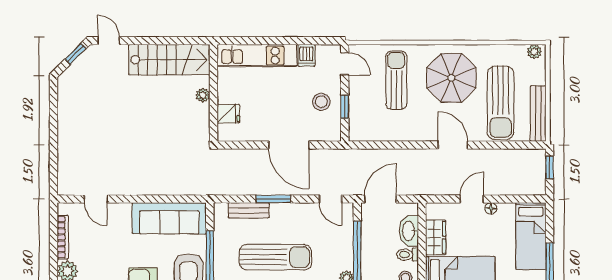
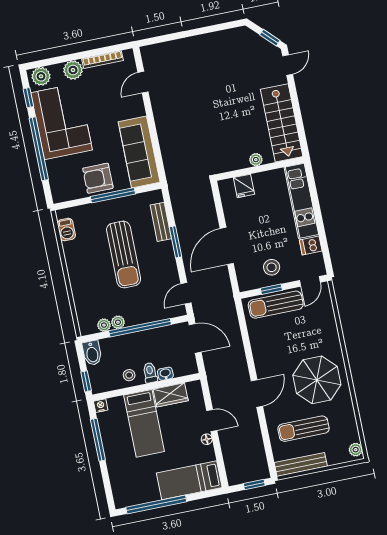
sun lounger: (396, 80) -> (276, 305), moved, turned 180
sun lounger: (501, 103) -> (303, 429), width x0.73, depth x0.75
washbasin: (409, 231) -> (165, 374), width x0.52, depth x0.69

